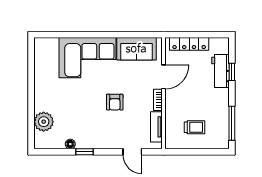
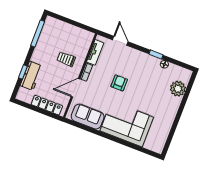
trolley: (195, 127) -> (66, 59), moved

